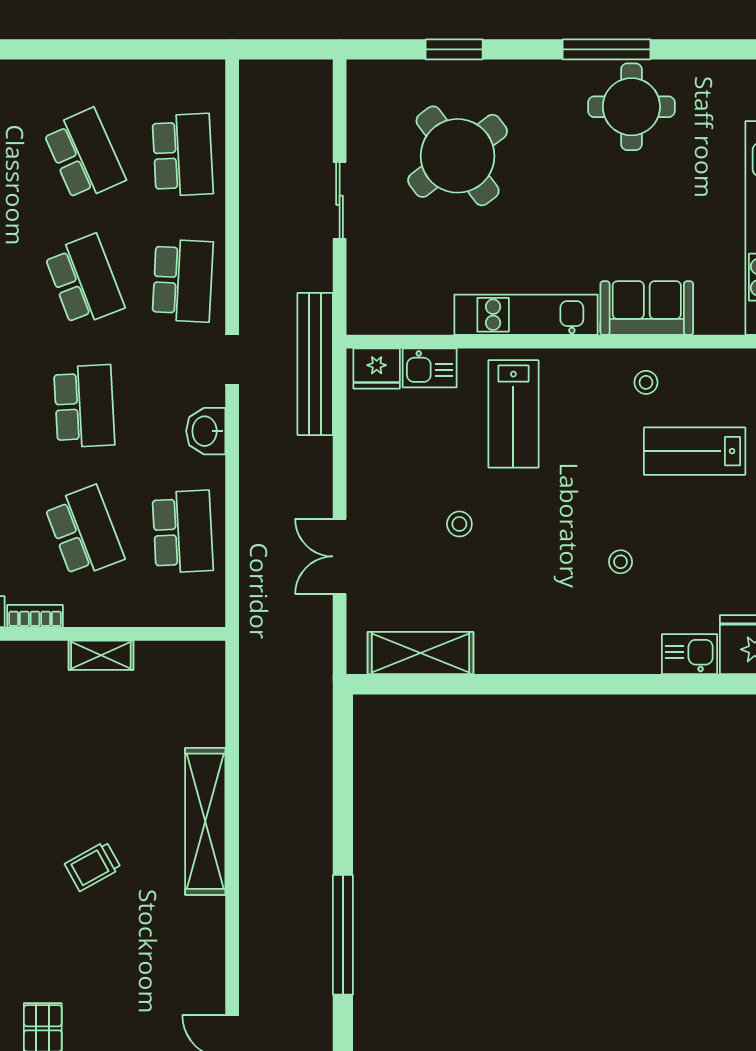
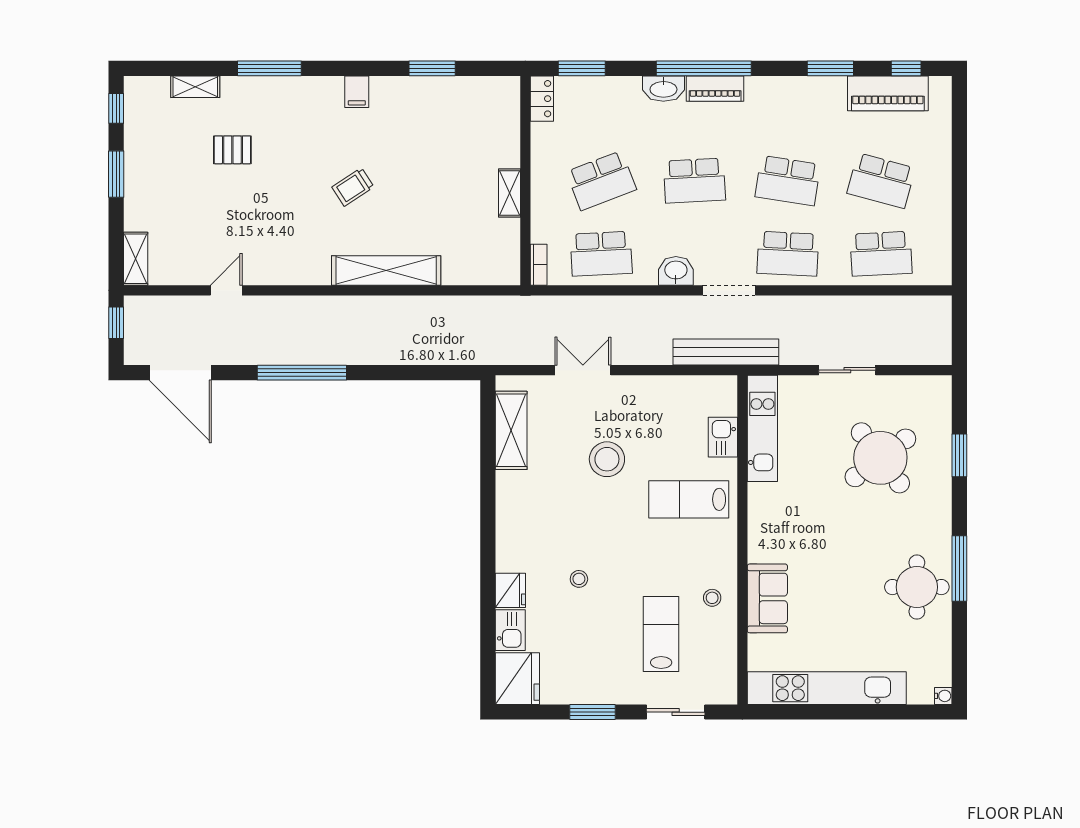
school desk: (84, 155) -> (881, 181), turned 39
school desk: (84, 281) -> (788, 181), turned 30
kitchen unit: (526, 315) -> (762, 428), moved
doorway: (232, 359) -> (729, 290), width x1.38
fridge: (377, 368) -> (510, 590), moved, turned 180
stool: (459, 524) -> (607, 459), width x1.89, depth x1.89
bookcase: (35, 616) -> (539, 265), moved
trolley: (93, 866) -> (353, 187), turned -94

